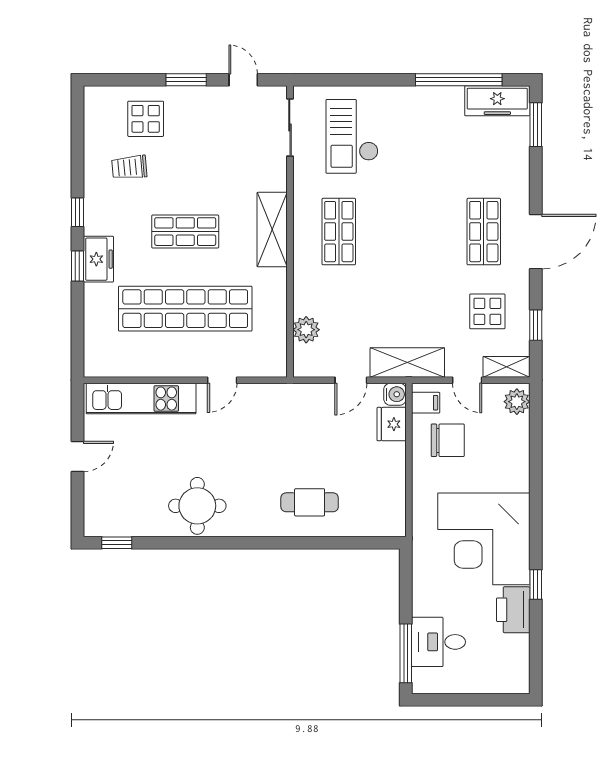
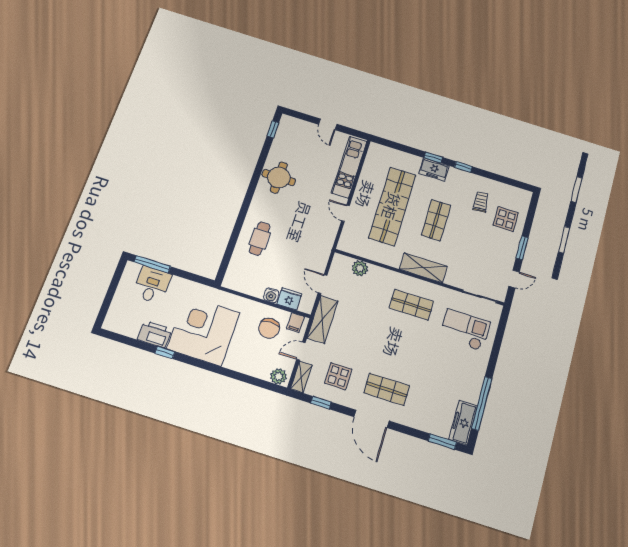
water cooler: (395, 394) -> (271, 295), moved

